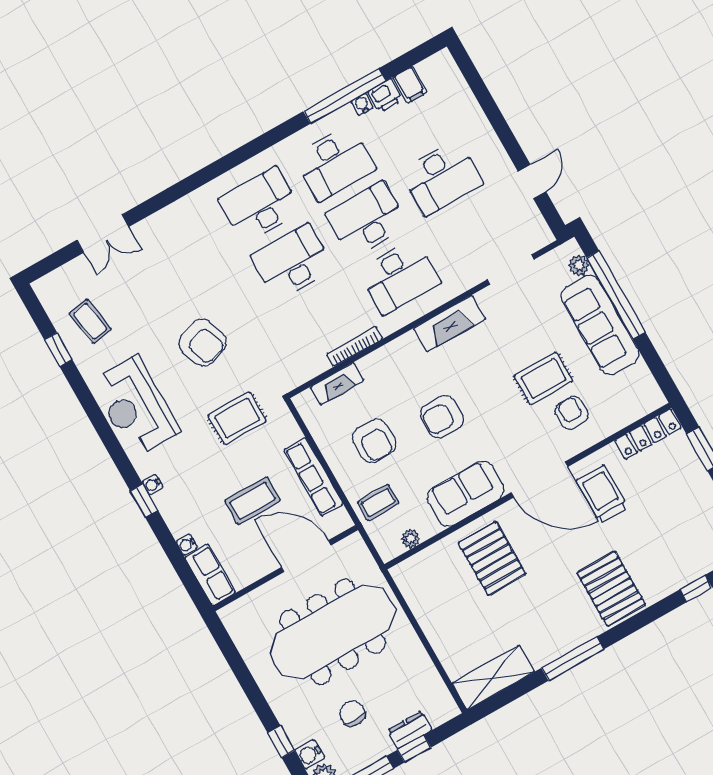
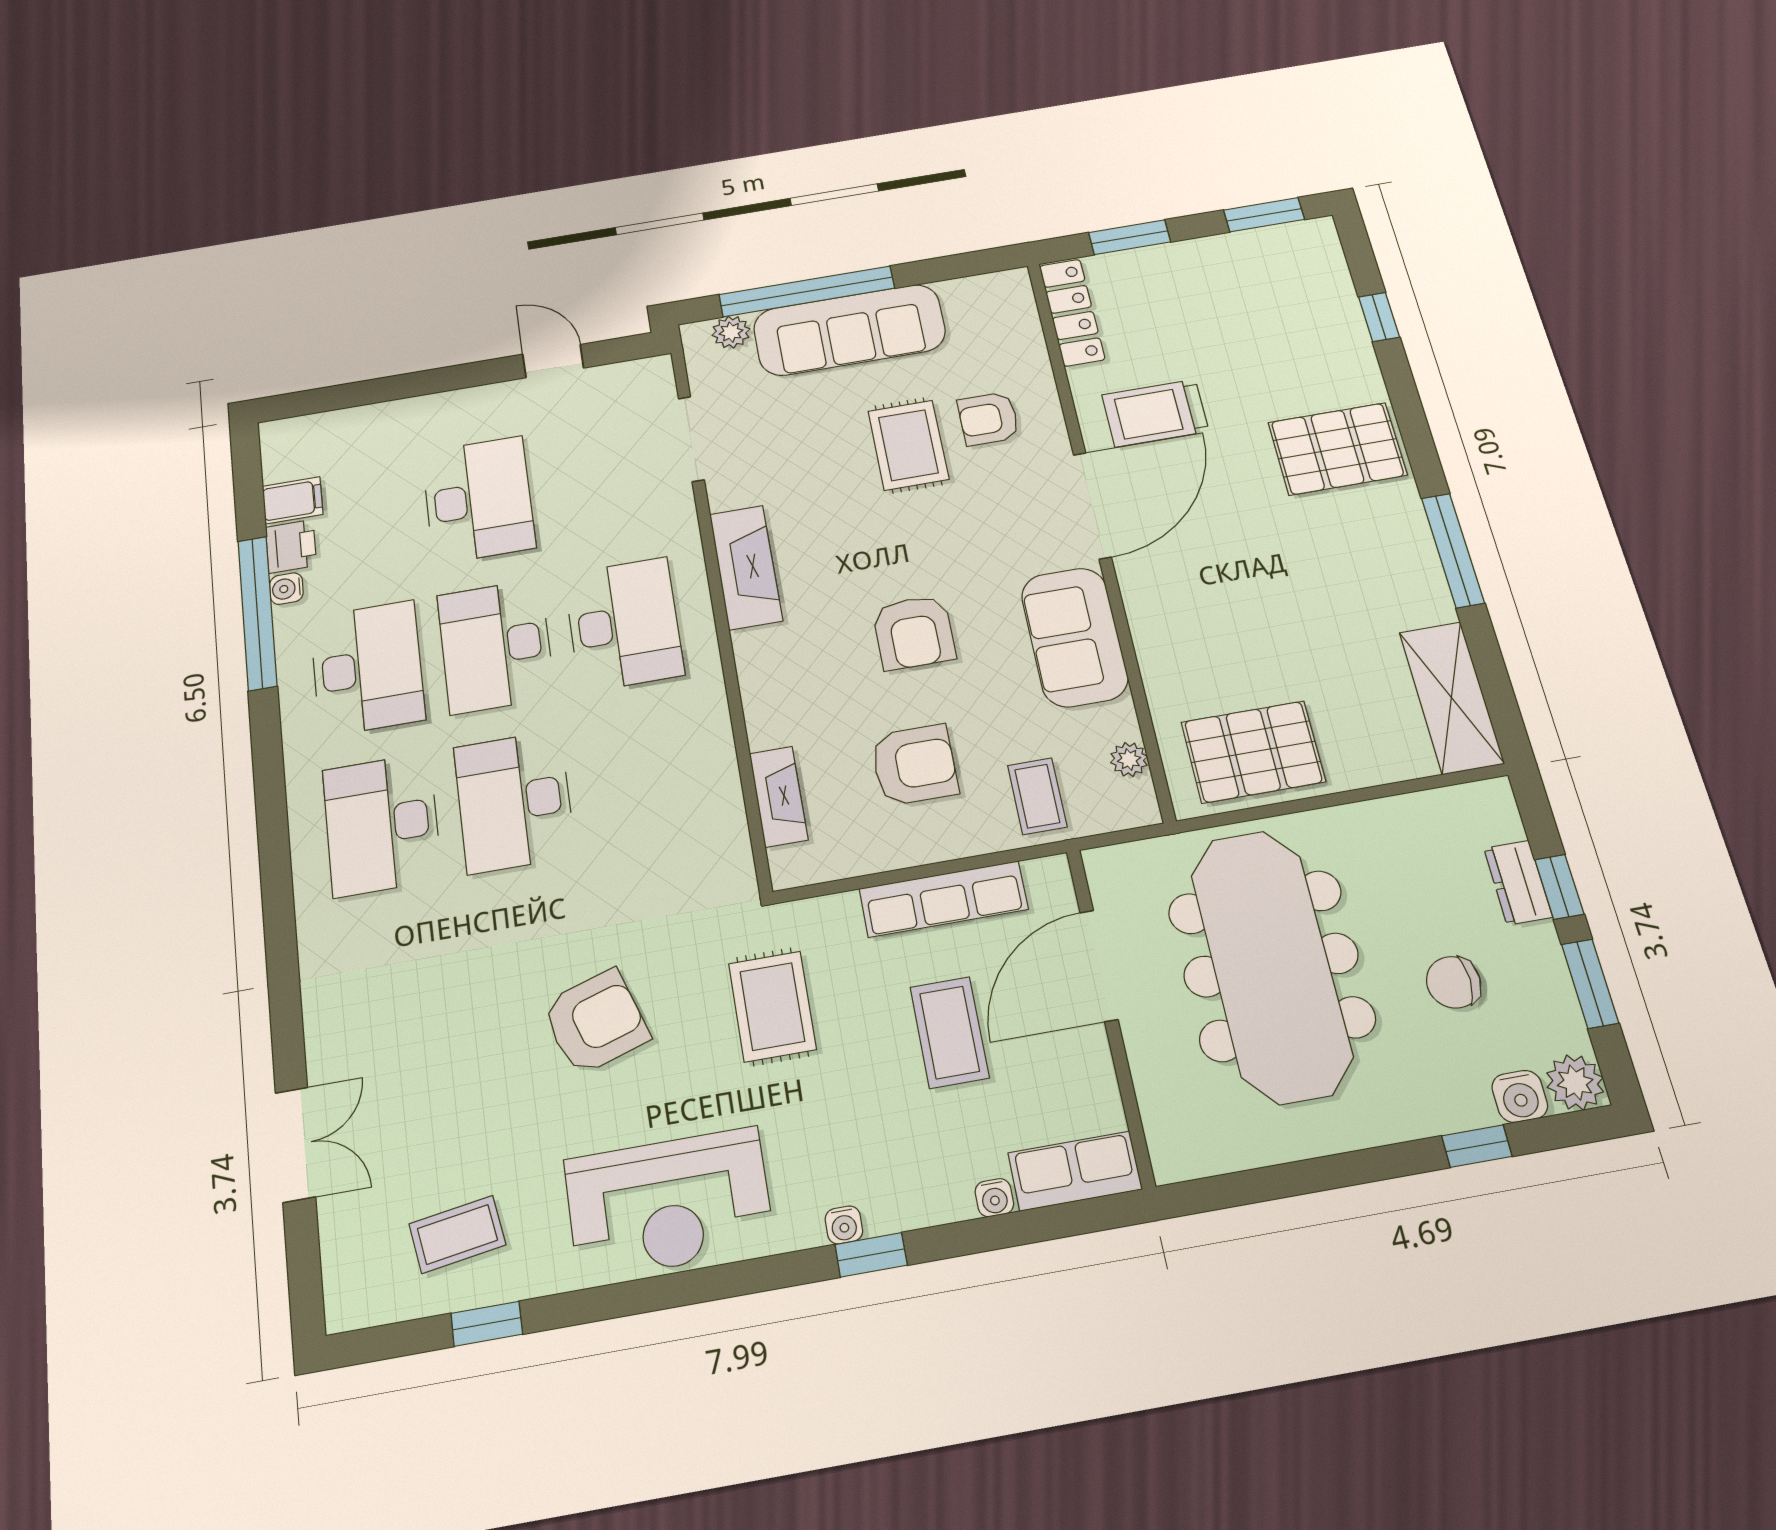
bookcase: (355, 346) -> (720, 742), removed
pallet: (492, 558) -> (1253, 752), moved

